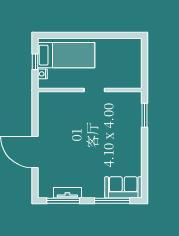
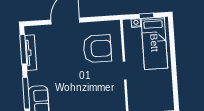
armchair: (68, 119) -> (97, 49), added
tv unit: (67, 193) -> (31, 53), width x1.41

